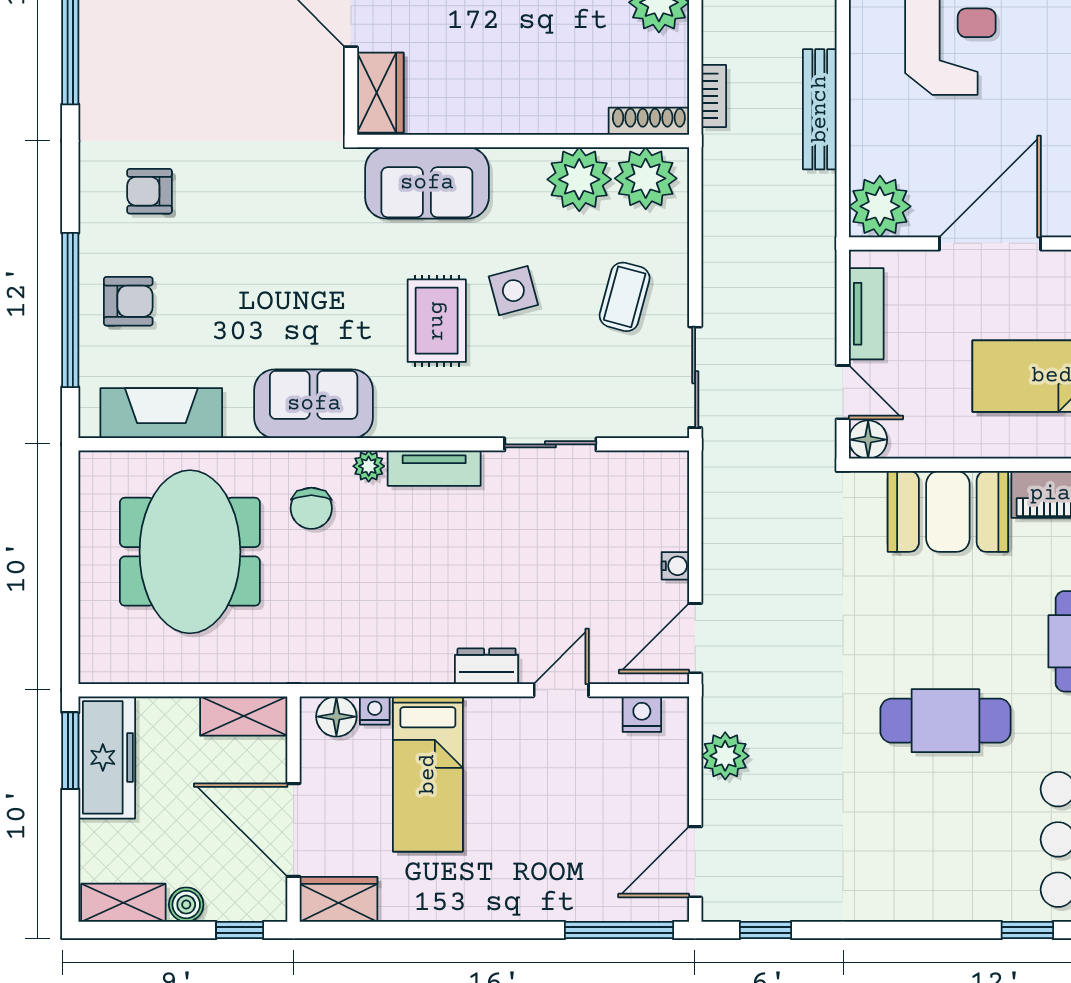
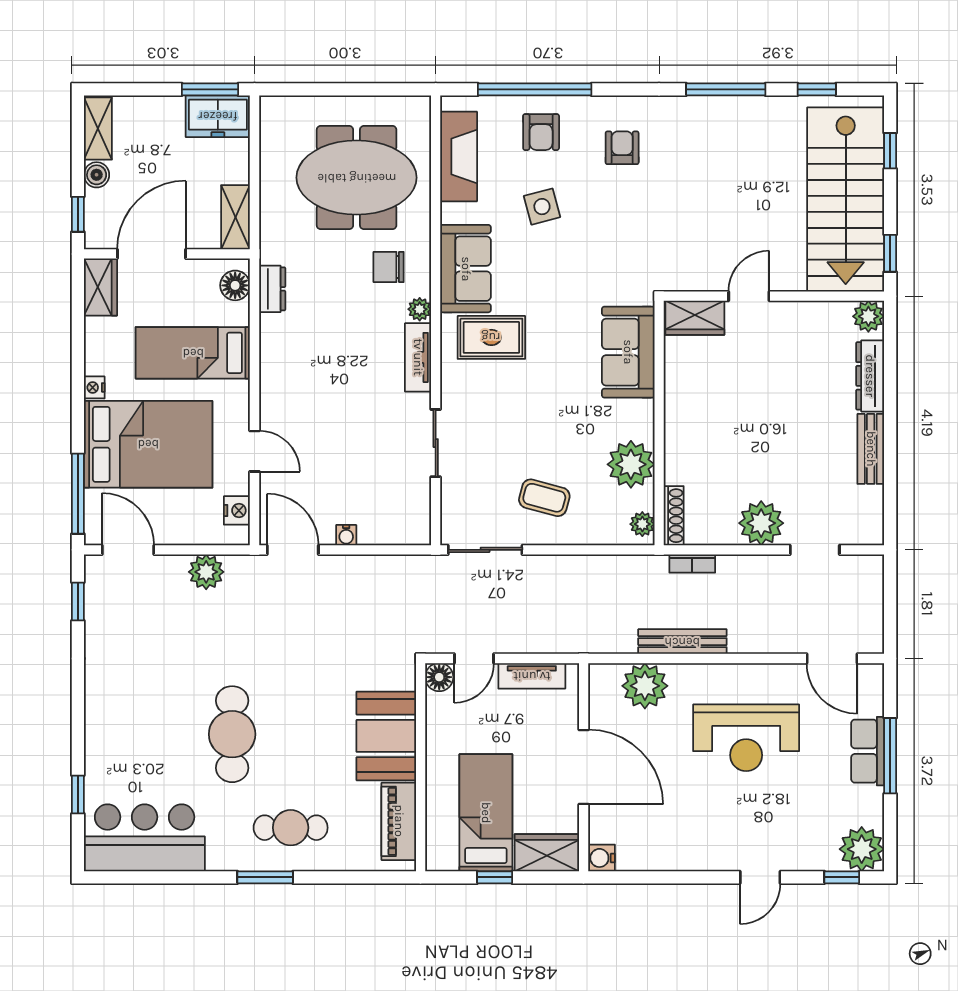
plant: (646, 178) -> (642, 524), width x0.53, depth x0.53
plant: (880, 206) -> (645, 686), moved
side table: (513, 291) -> (542, 207), moved
rug: (437, 321) -> (491, 337), moved
dresser: (487, 666) -> (272, 289), moved
nightstand: (375, 710) -> (94, 387), moved, turned 180
freezer: (107, 757) -> (218, 116), width x0.71
bed: (552, 834) -> (148, 444), added

